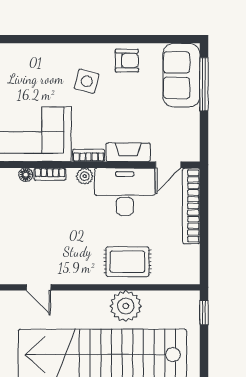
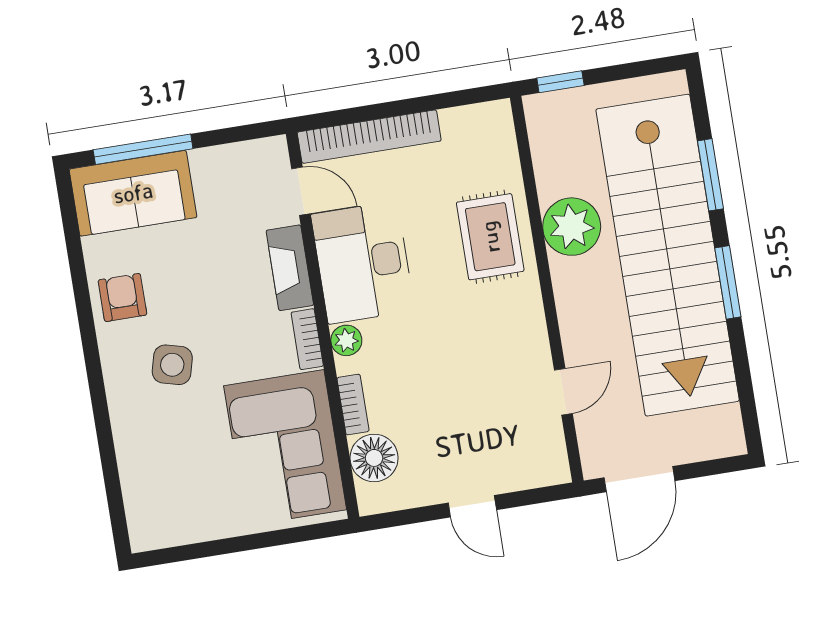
floor lamp: (26, 175) -> (374, 458), width x1.89, depth x1.89

